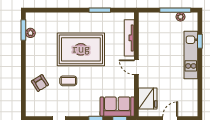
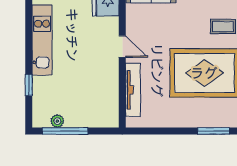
window: (100, 10) -> (214, 131), moved
kitchen unit: (191, 55) -> (42, 40), moved

